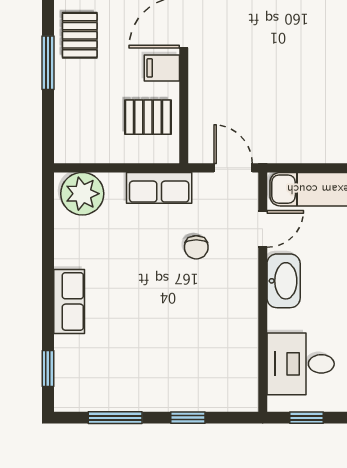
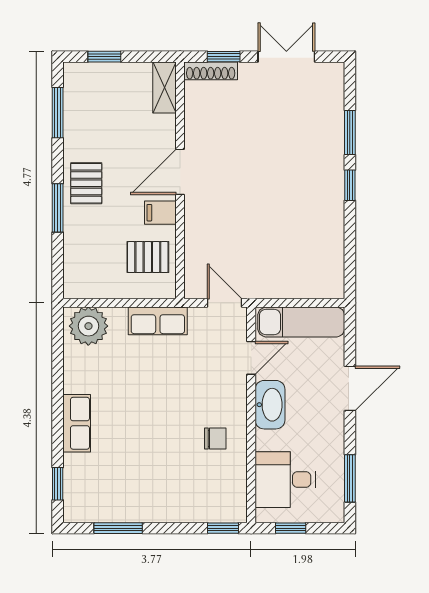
chair: (196, 247) -> (215, 438), moved, turned -90
window: (188, 418) -> (223, 528), moved

